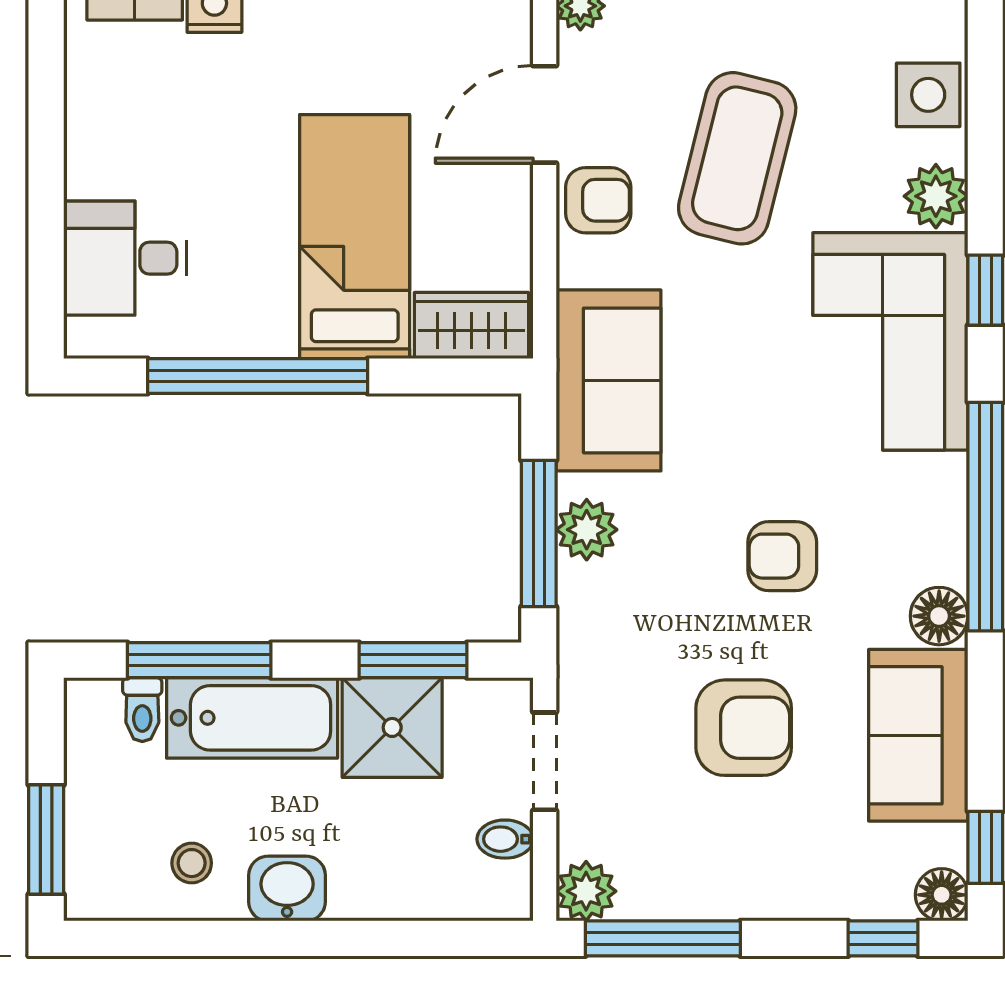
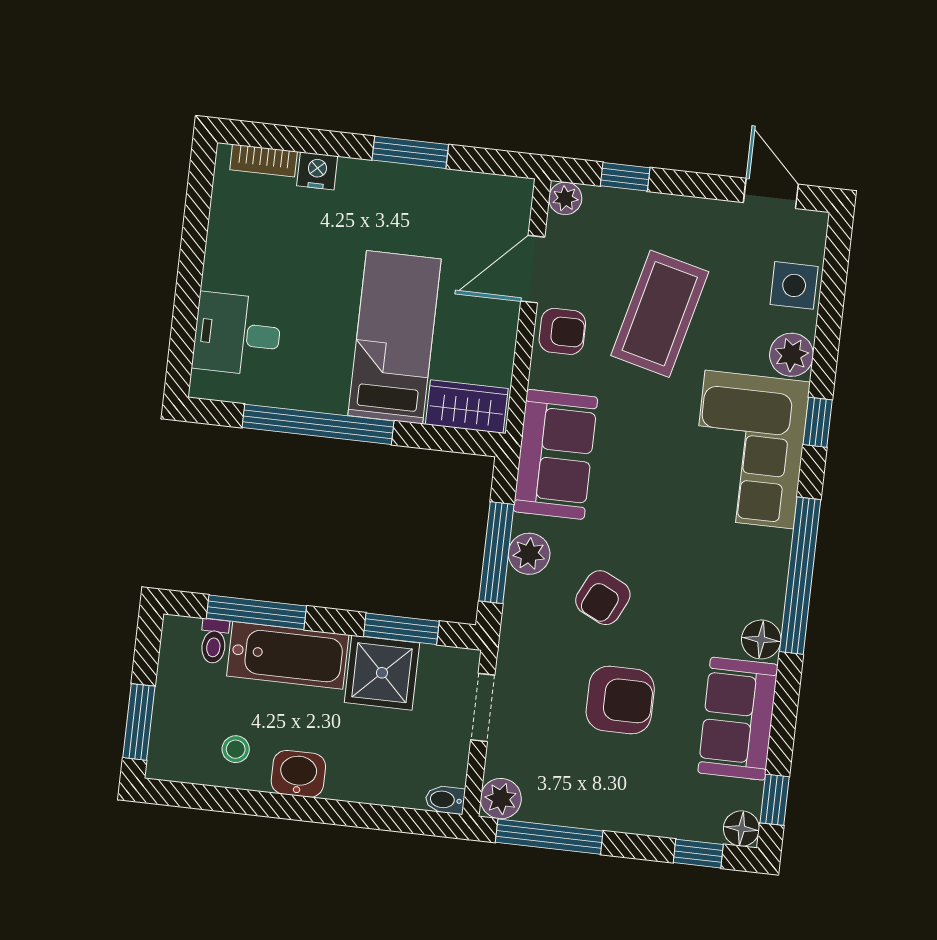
armchair: (782, 556) -> (603, 598), moved, turned -64
bidet: (505, 839) -> (445, 800), moved

